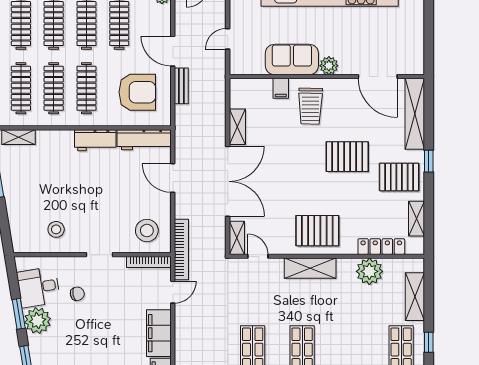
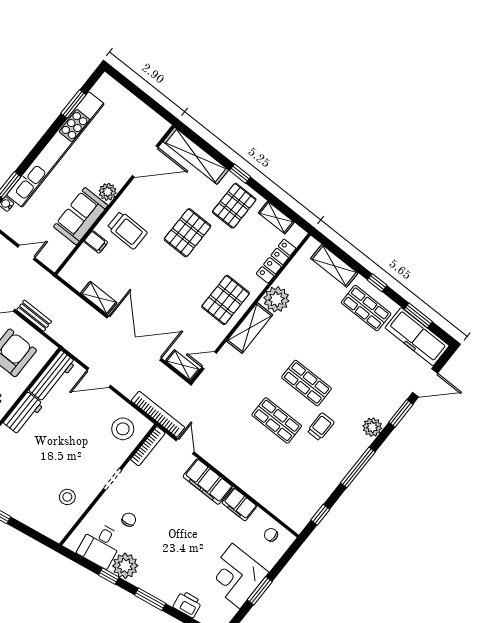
door: (228, 39) -> (26, 252), swing flipped
plant: (369, 271) -> (276, 299), moved
window: (19, 314) -> (109, 576), width x0.67

